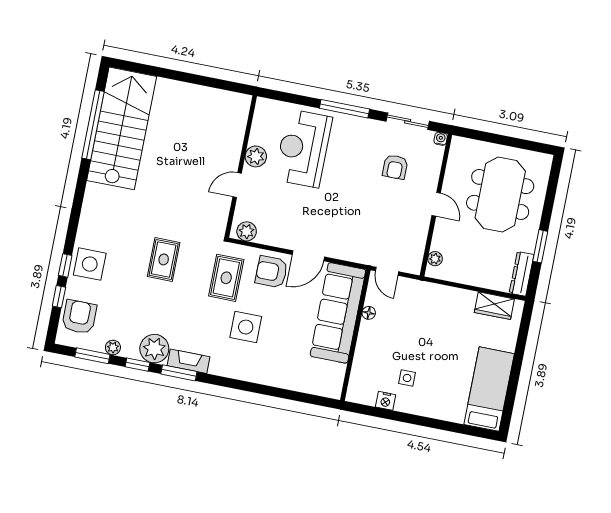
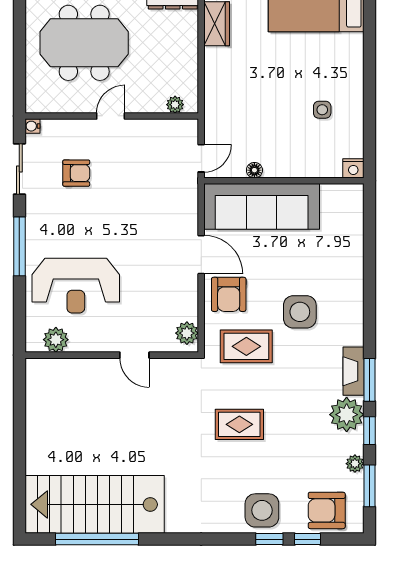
plant: (256, 156) -> (56, 340), moved
nightstand: (386, 401) -> (353, 168), moved, turned 90

